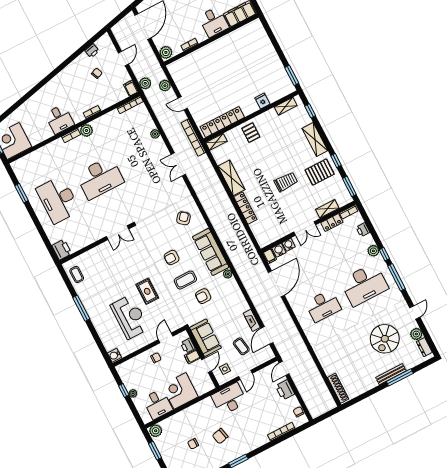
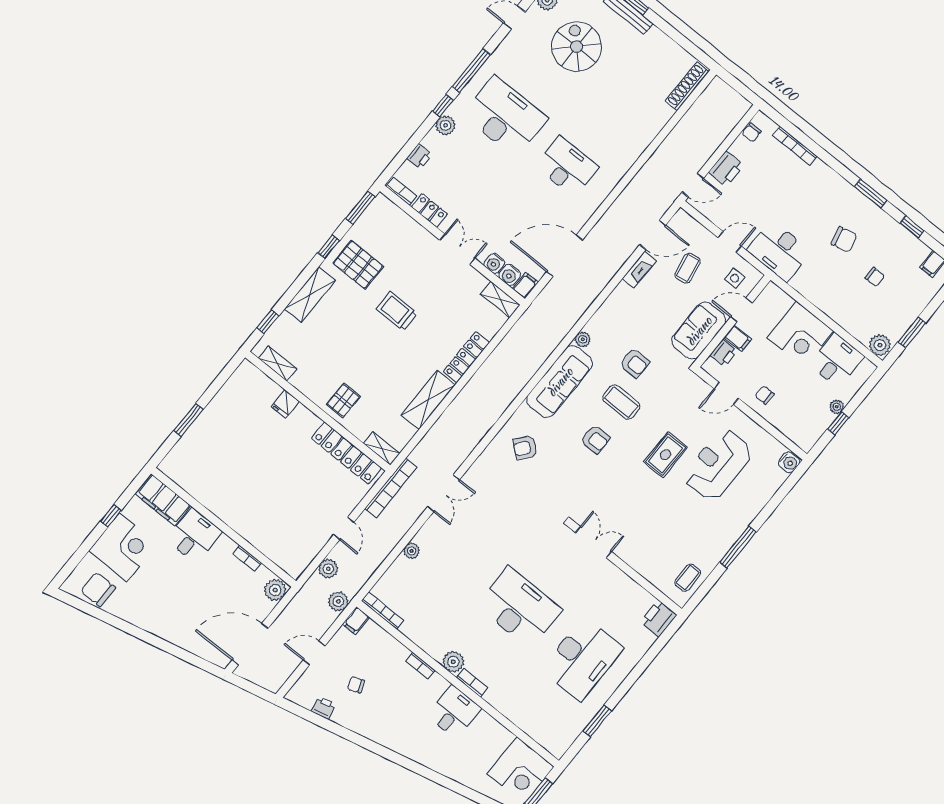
window: (292, 75) -> (188, 420), moved
shelving: (327, 209) -> (500, 300), moved
spiral stairs: (385, 339) -> (577, 47), turned -90

